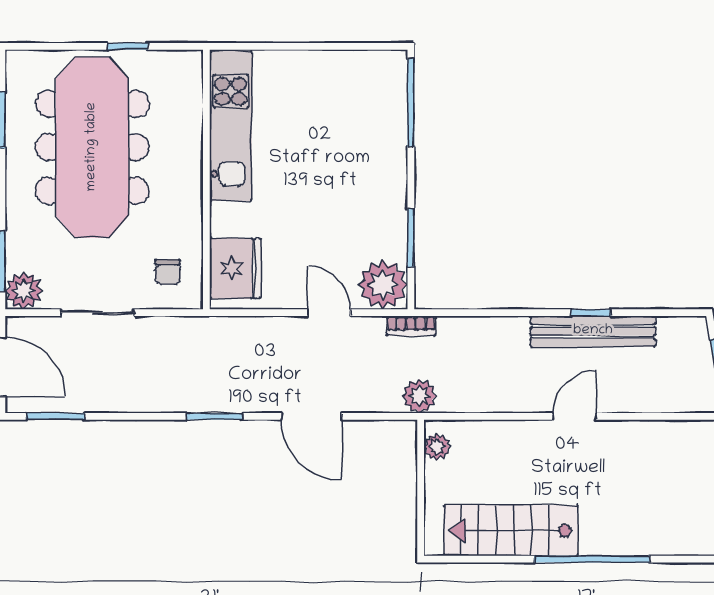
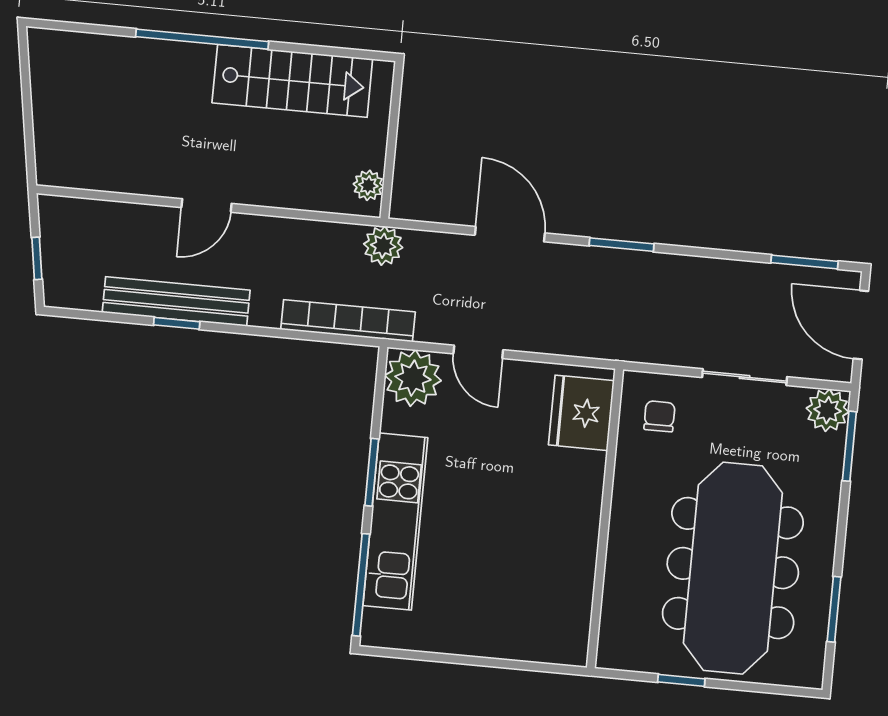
kitchen unit: (231, 126) -> (395, 522), moved, turned 180
window: (411, 238) -> (372, 472), moved
bookcase: (411, 326) -> (348, 321), width x2.31, depth x1.31

